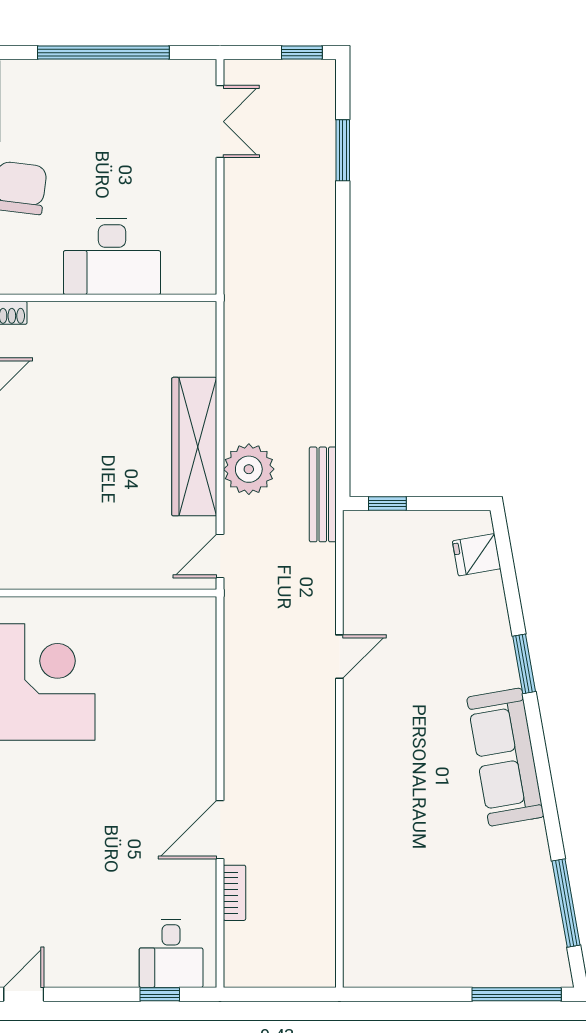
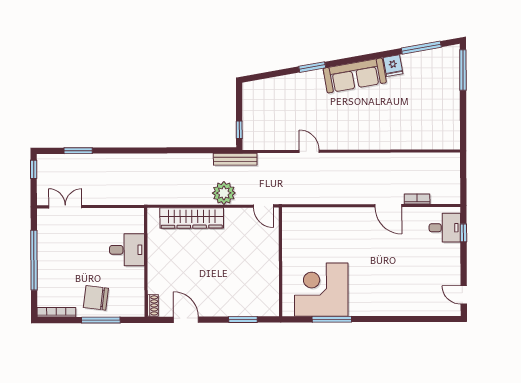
desk: (112, 257) -> (127, 250), width x0.73
wardrobe: (194, 447) -> (192, 218), moved
fridge: (477, 555) -> (393, 66), moved

